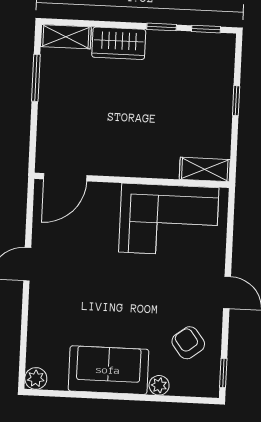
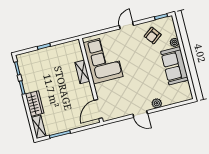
shelving: (205, 169) -> (82, 72), moved
door: (65, 177) -> (98, 109), swing flipped
plant: (36, 378) -> (157, 103), moved

